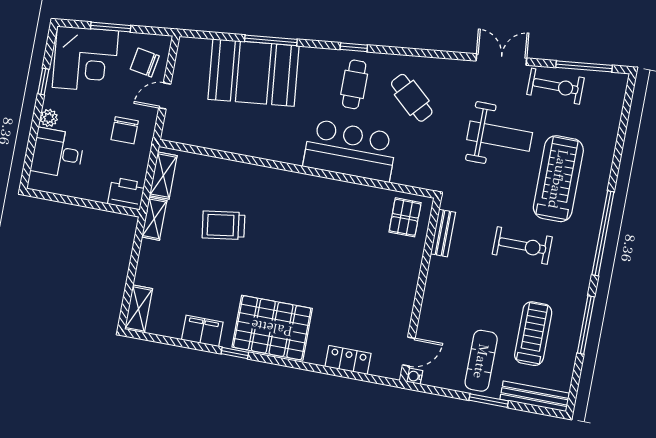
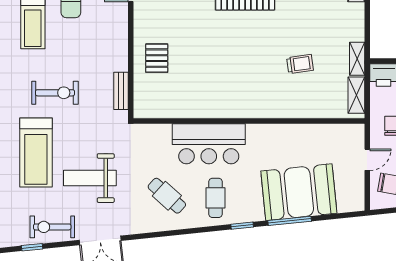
window: (354, 47) -> (242, 226), moved
window: (584, 66) -> (32, 247), width x0.46
pallet: (405, 217) -> (157, 58), moved
trolley: (223, 225) -> (300, 64), width x0.73, depth x0.72
exercise bike: (522, 246) -> (55, 93), turned 180

